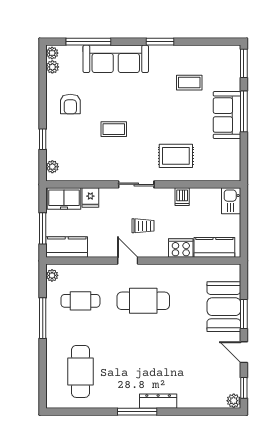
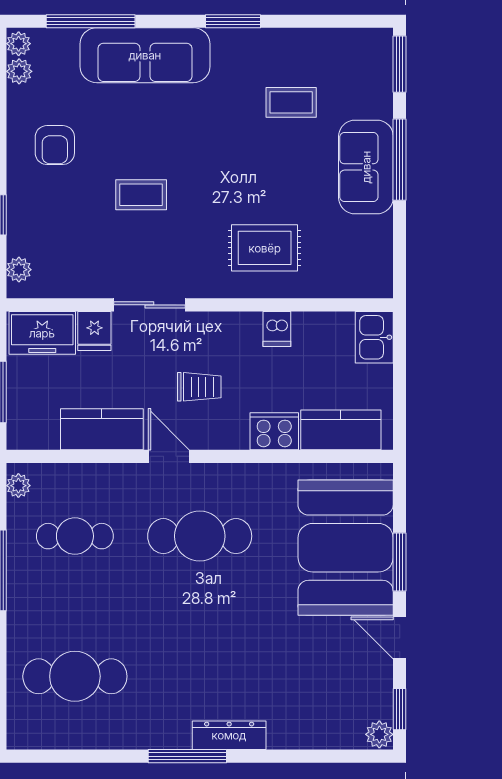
sliding door: (136, 184) -> (149, 305), moved
kitchen counter: (67, 247) -> (102, 429), moved
booth: (224, 307) -> (346, 548), width x1.36, depth x1.42
cafe table: (80, 371) -> (75, 676), turned 90

